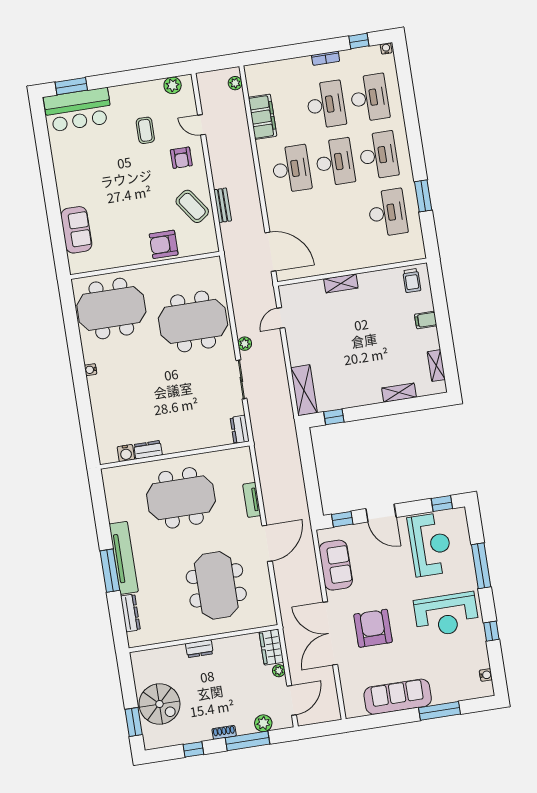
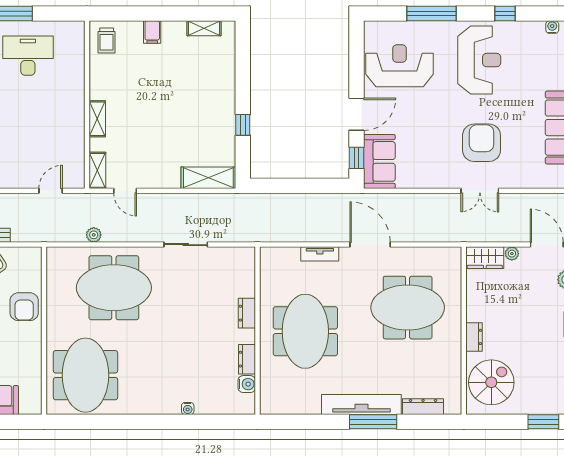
door: (270, 252) -> (51, 191), width x0.53
trolley: (412, 281) -> (107, 41), turned 90
meeting table: (193, 321) -> (114, 288), turned 90
plant: (245, 344) -> (94, 235), moved
water cooler: (91, 370) -> (188, 408), moved
shelving: (399, 393) -> (97, 170), moved
window: (334, 417) -> (243, 125), moved
dresser: (240, 429) -> (247, 313), moved, turned 90
window: (442, 504) -> (357, 46), removed
sofa: (336, 565) -> (379, 161), moved, turned 90
armchair: (373, 628) -> (482, 143), turned 90
double door: (330, 633) -> (480, 191), width x0.54
spiral stairs: (159, 704) -> (491, 382), moved

